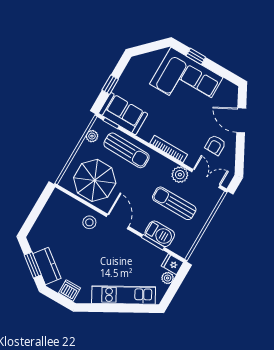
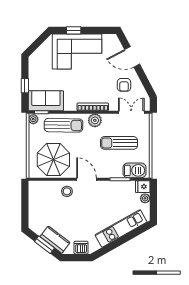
plant: (92, 136) -> (33, 119), moved
plant: (180, 175) -> (95, 120), moved
barbecue: (160, 234) -> (135, 170), moved

